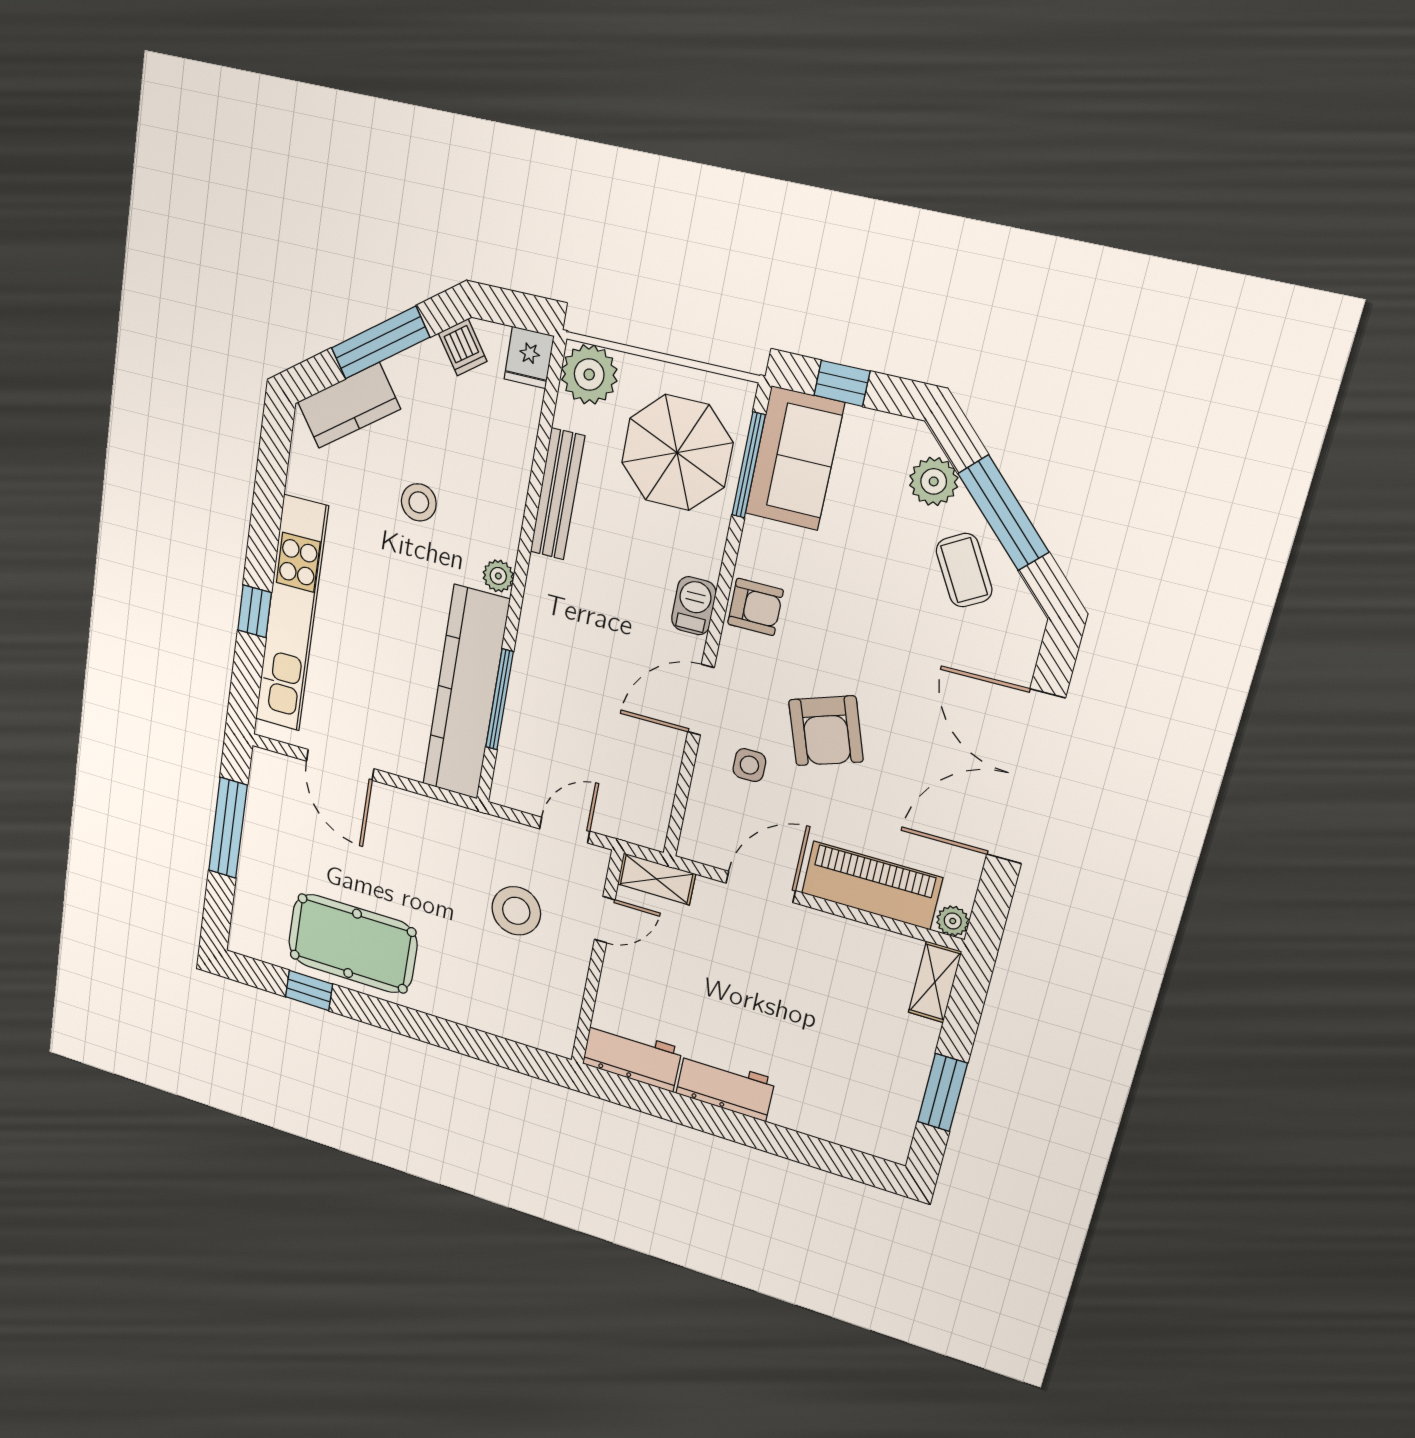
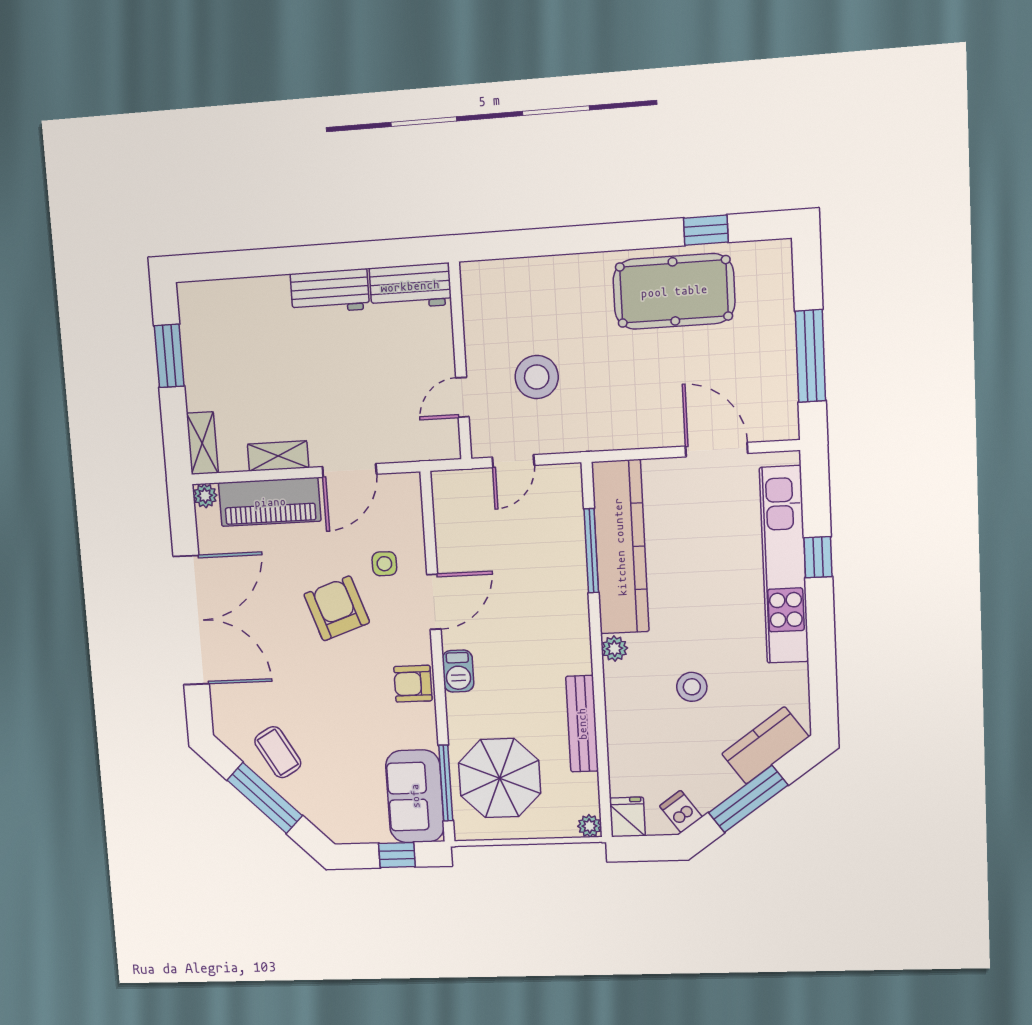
plant: (589, 374) -> (590, 826), width x0.53, depth x0.53
plant: (934, 481) -> (316, 806), removed
shelving: (656, 879) -> (278, 456), moved

